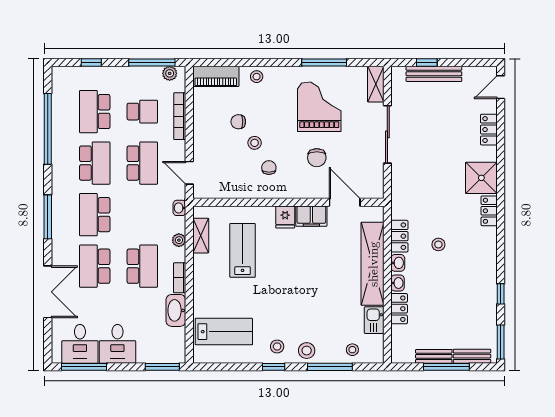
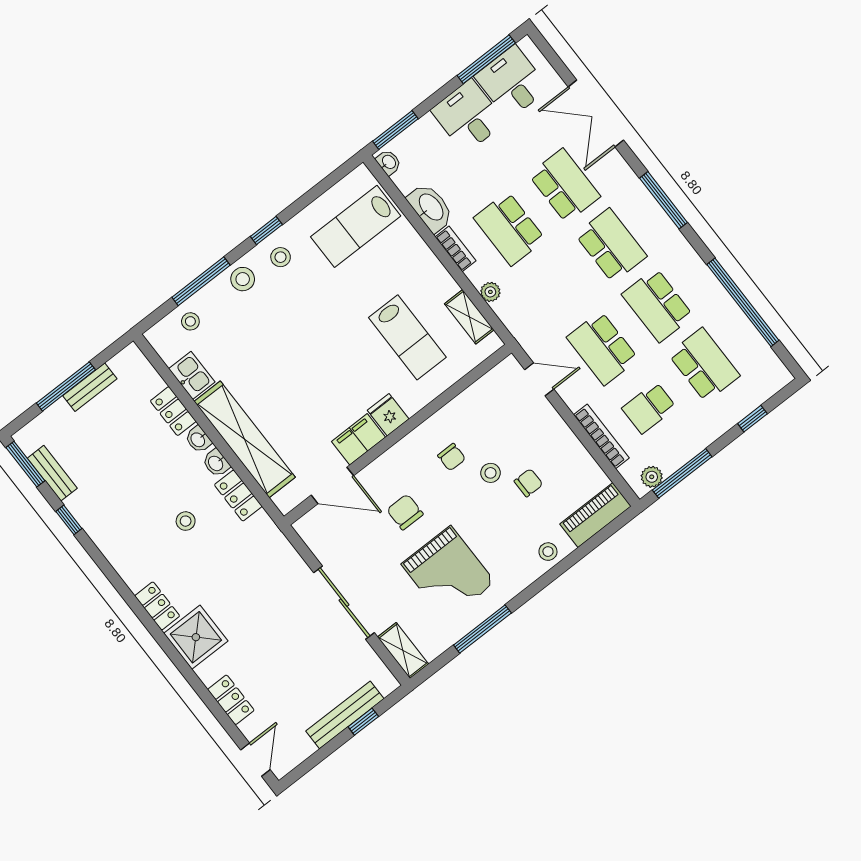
washbasin: (179, 208) -> (389, 162), moved
bench: (472, 356) -> (52, 473), moved, turned 90

